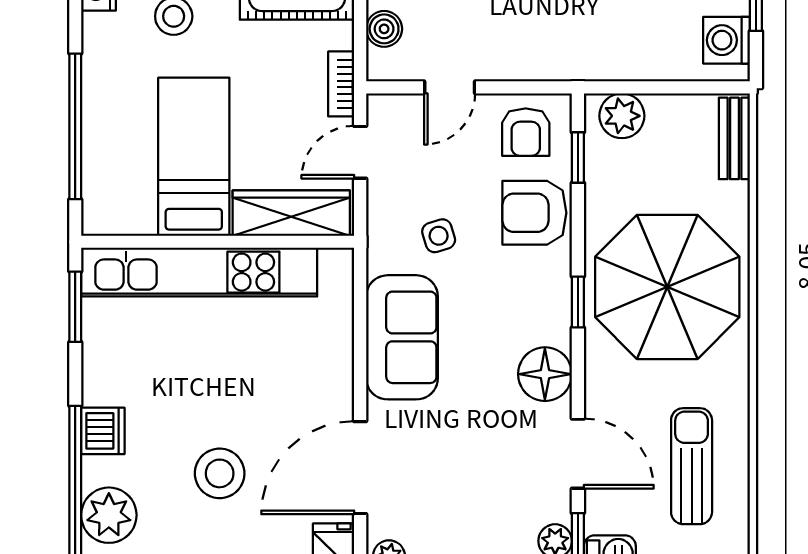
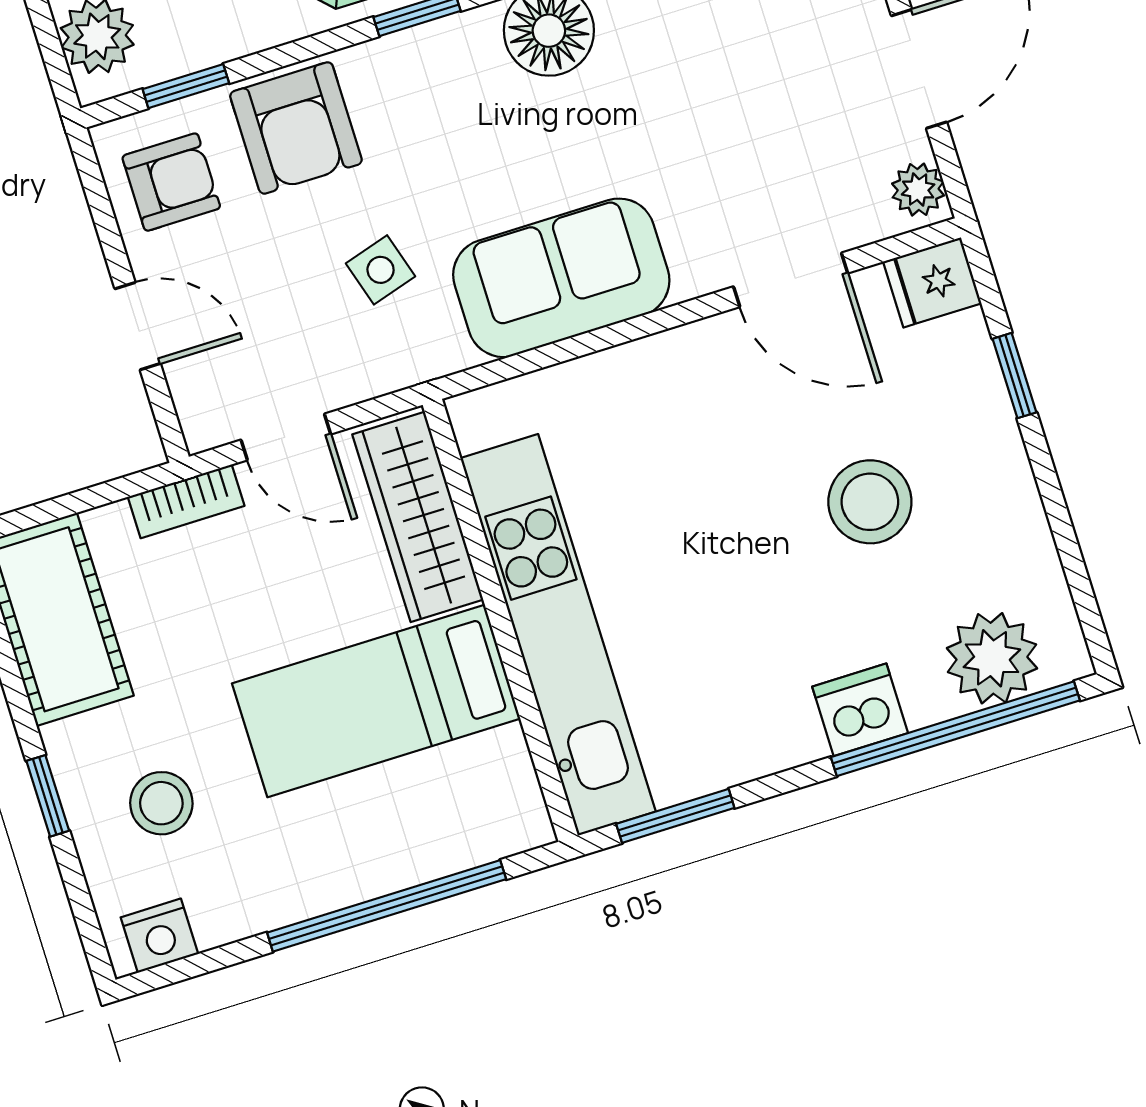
boiler: (384, 29) -> (77, 460), removed
door: (360, 468) -> (791, 280), width x0.73

